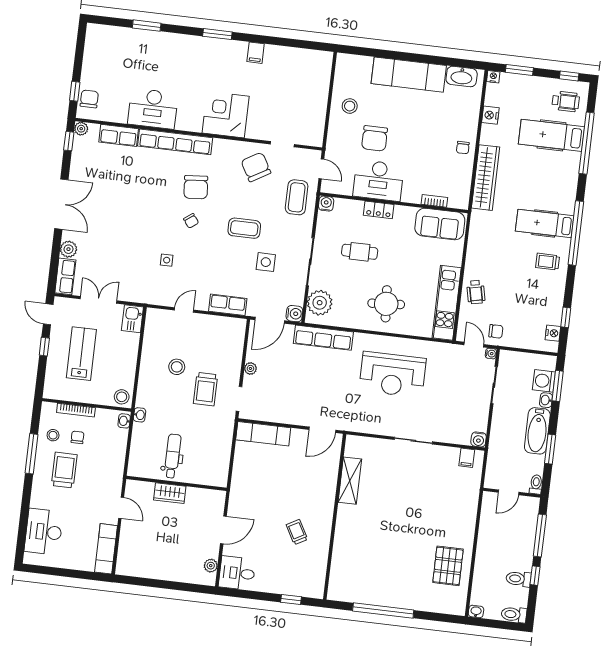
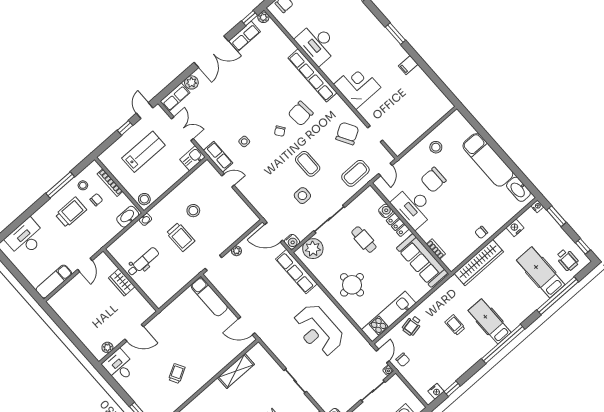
row of seats: (119, 135) -> (245, 36), moved, turned -90
water cooler: (326, 204) -> (386, 211), moved
sofa: (440, 224) -> (422, 261), width x1.36
trolley: (547, 262) -> (455, 325), moved
row of seats: (228, 305) -> (218, 157), moved
trolley: (206, 389) -> (181, 237), moved, turned -90
washbasin: (124, 421) -> (128, 217), width x1.91, depth x1.45

